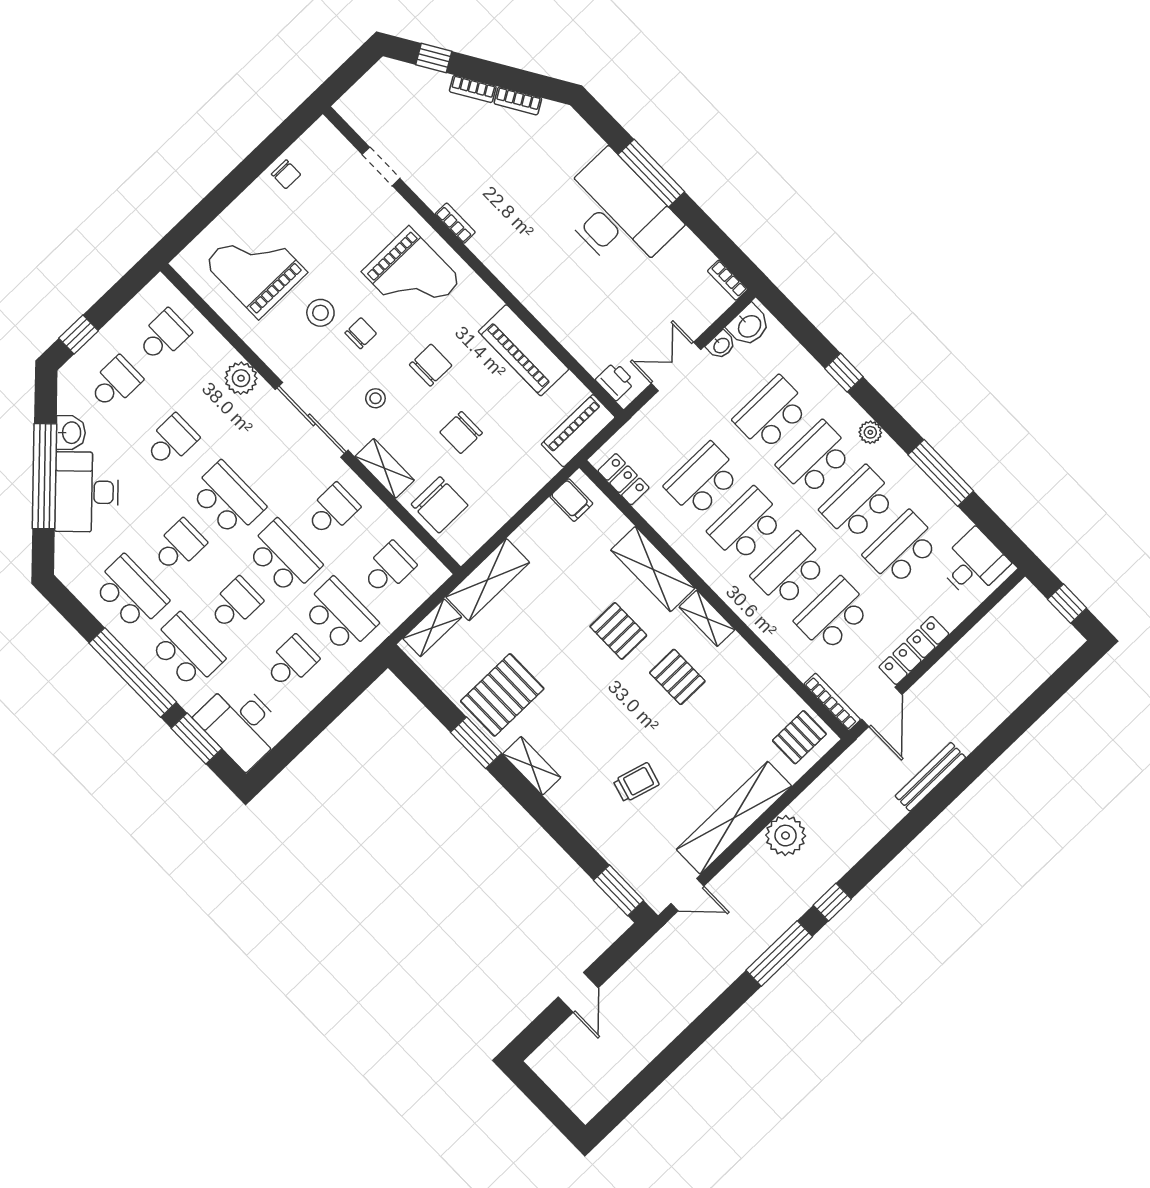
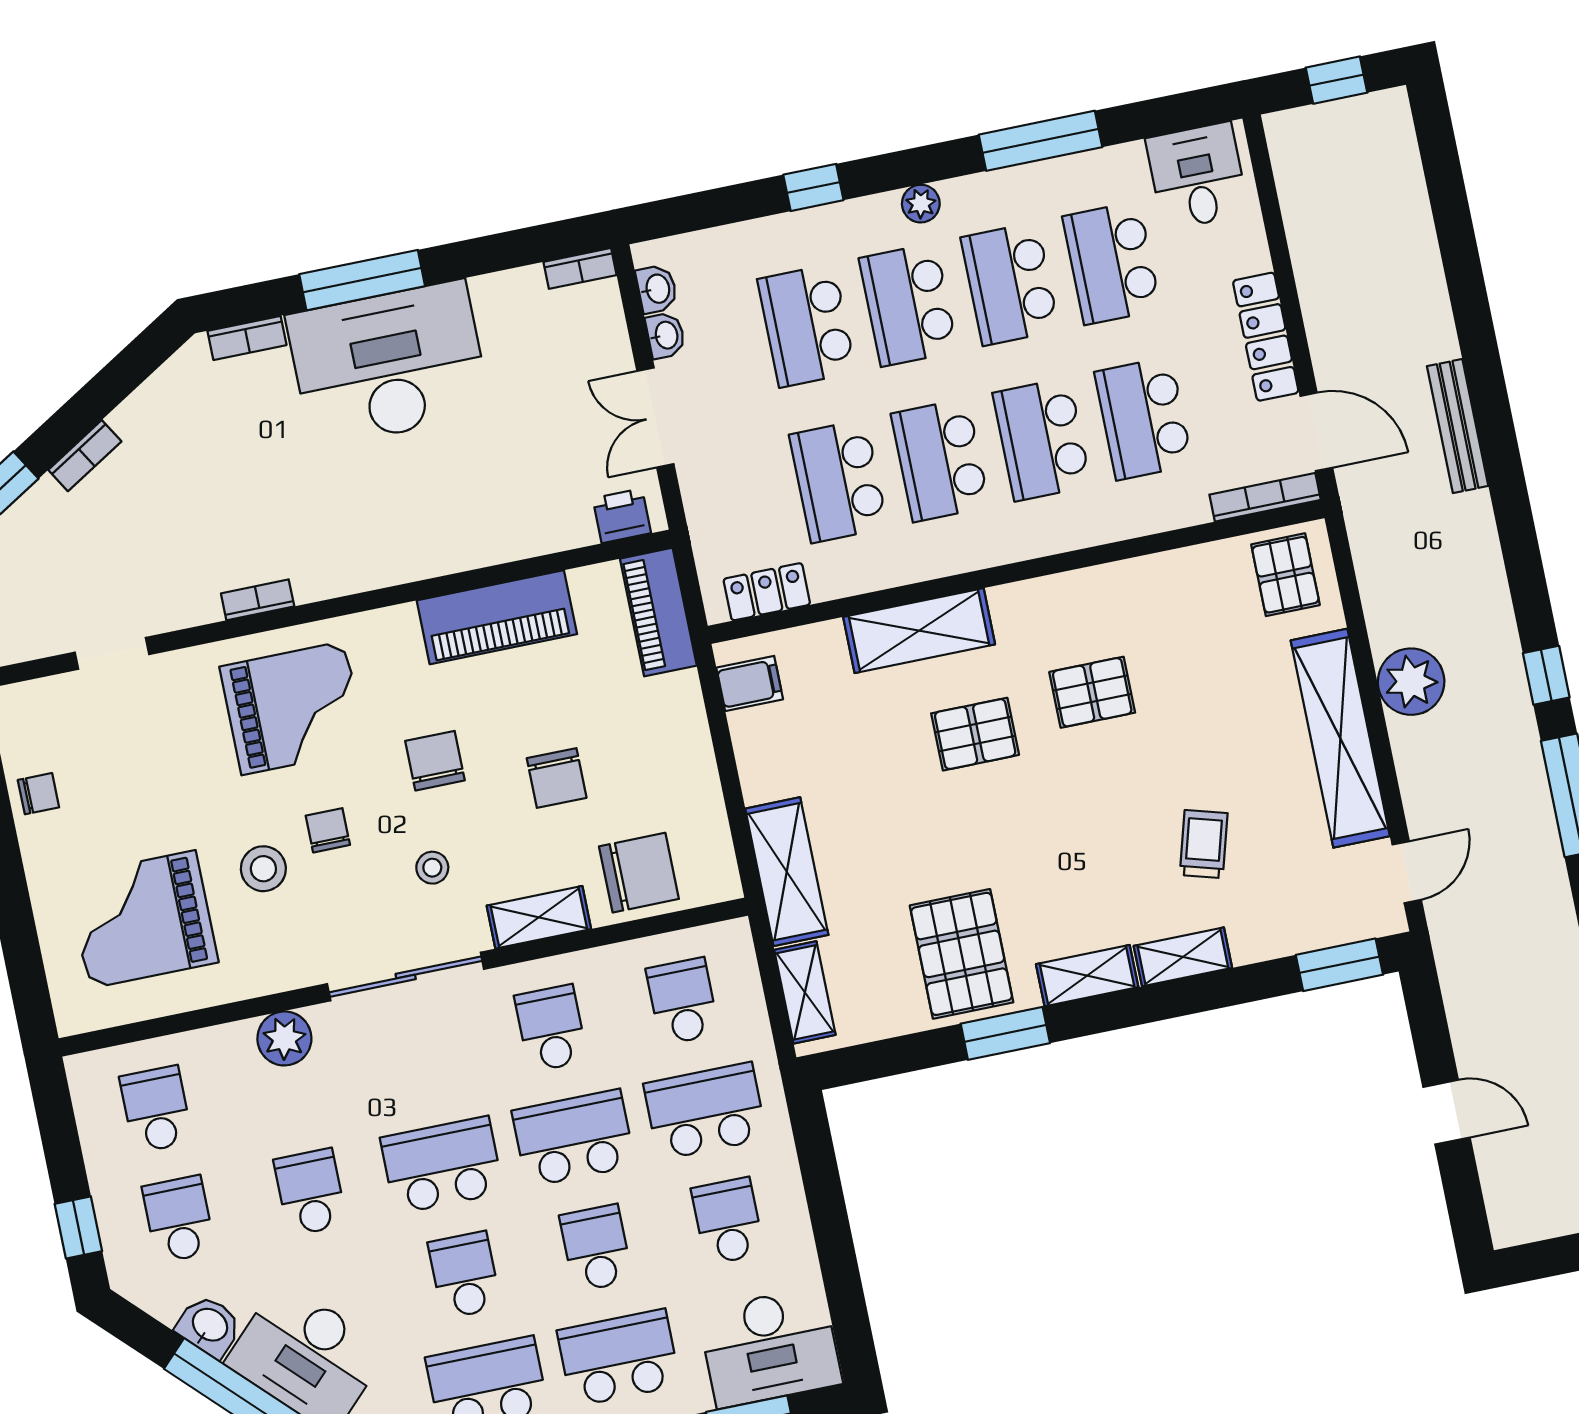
bookcase: (518, 101) -> (247, 338), moved, turned 31
washbasin: (749, 326) -> (657, 289), width x0.72, depth x0.69
shelving: (707, 618) -> (1183, 957), moved

